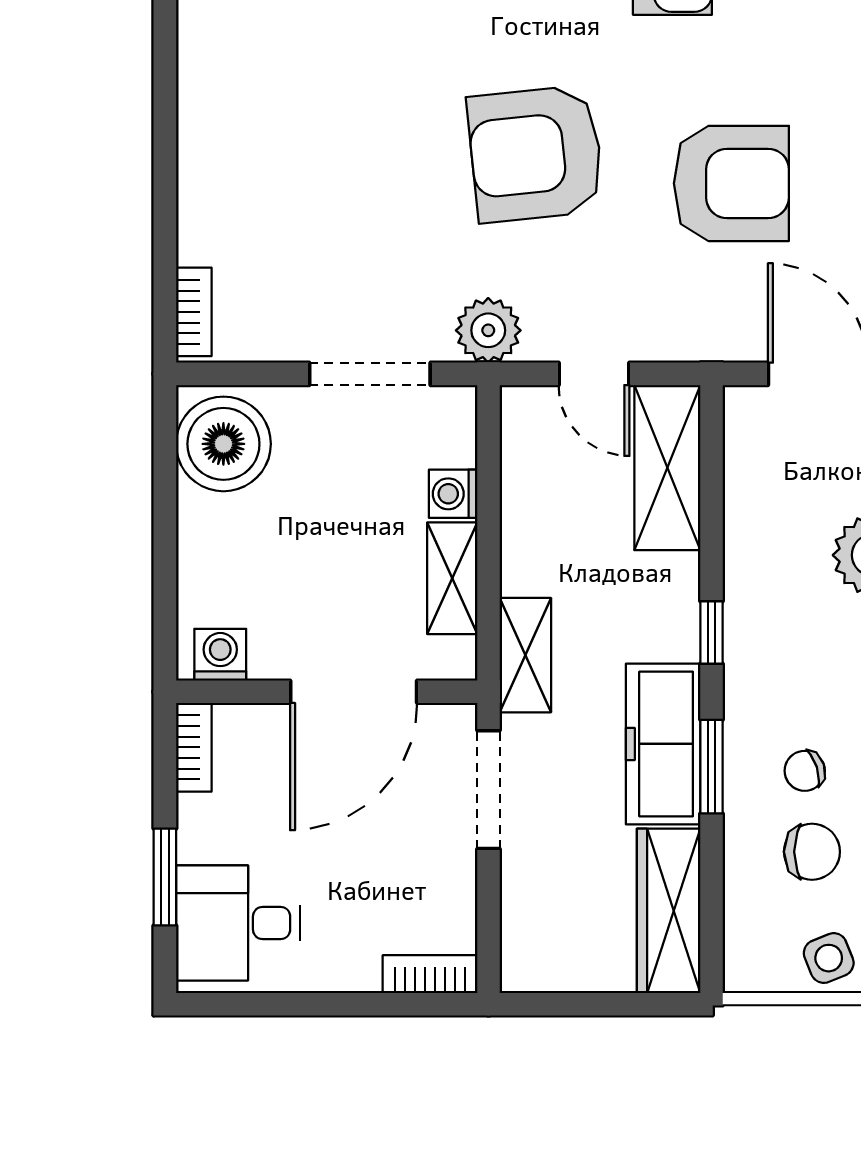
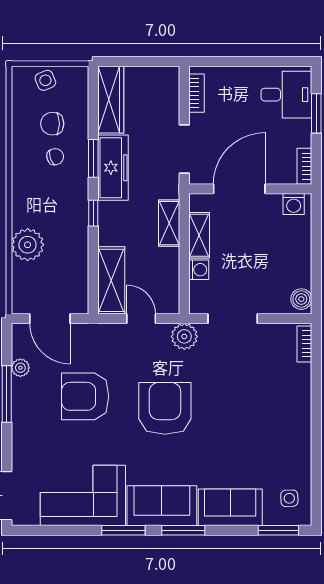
armchair: (536, 154) -> (165, 408), turned -84
boiler: (223, 444) -> (301, 299), width x0.54, depth x0.54
shelving: (525, 655) -> (169, 223), moved
bookcase: (430, 974) -> (197, 93), moved, turned -90

